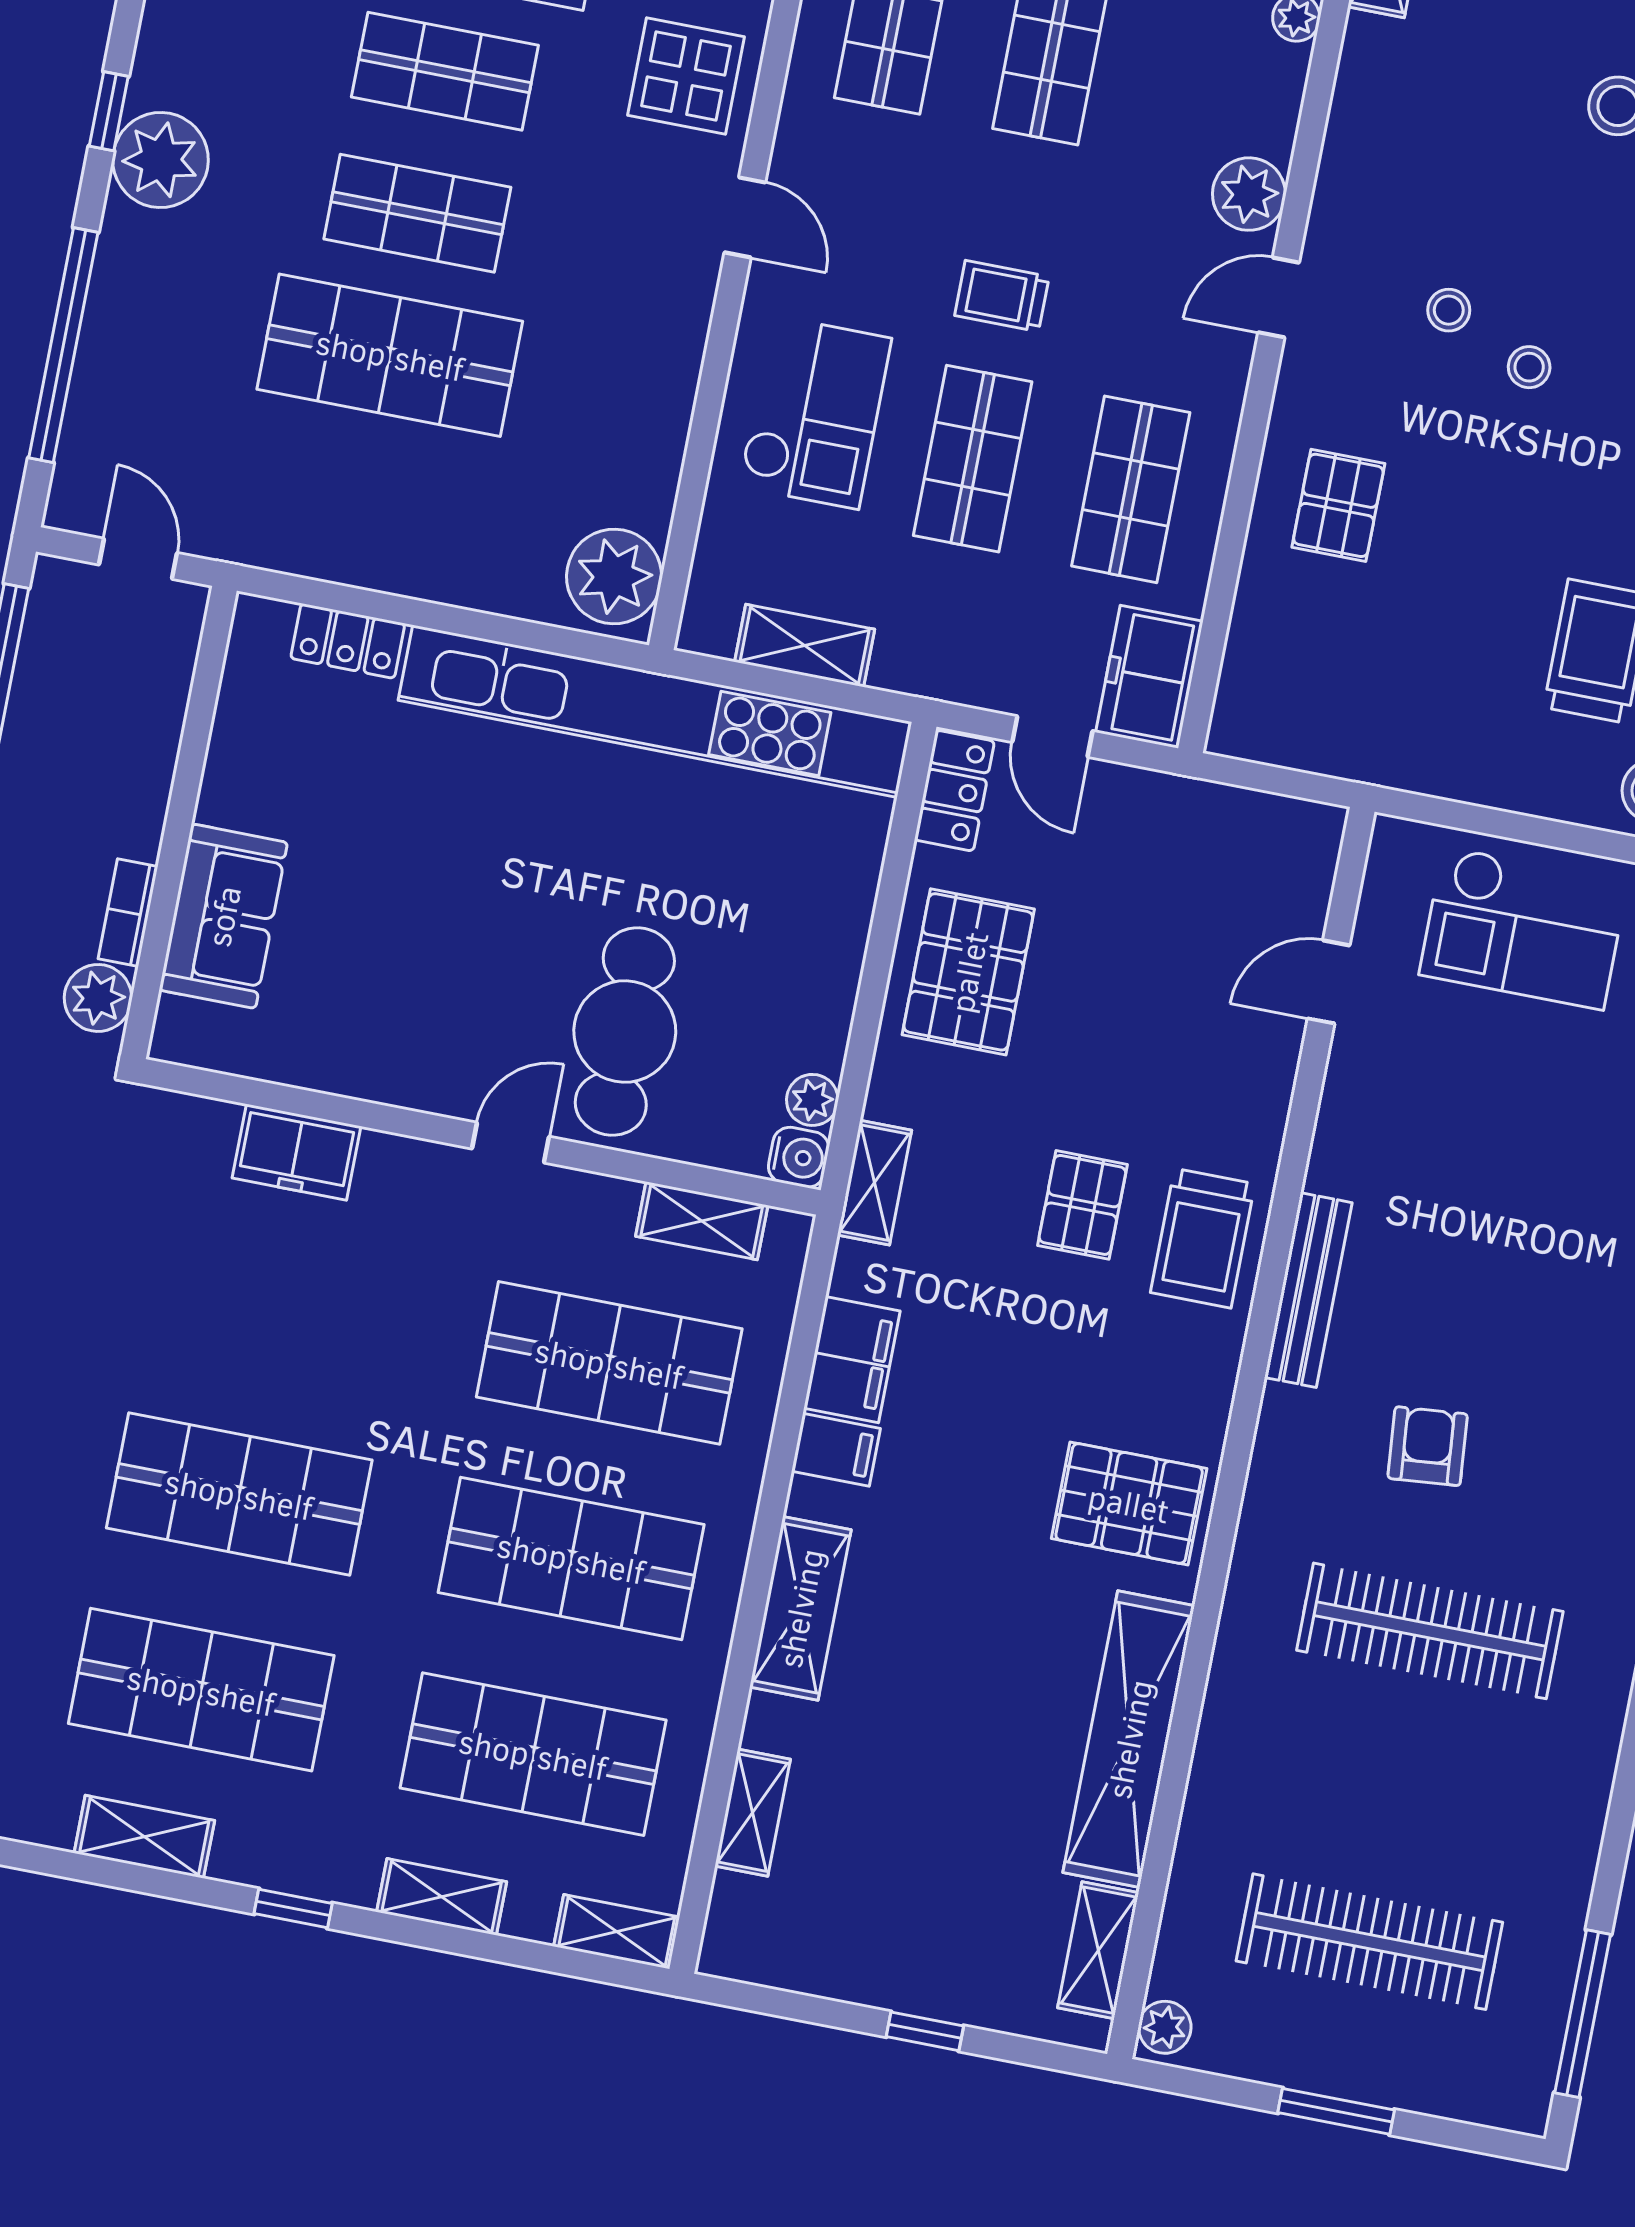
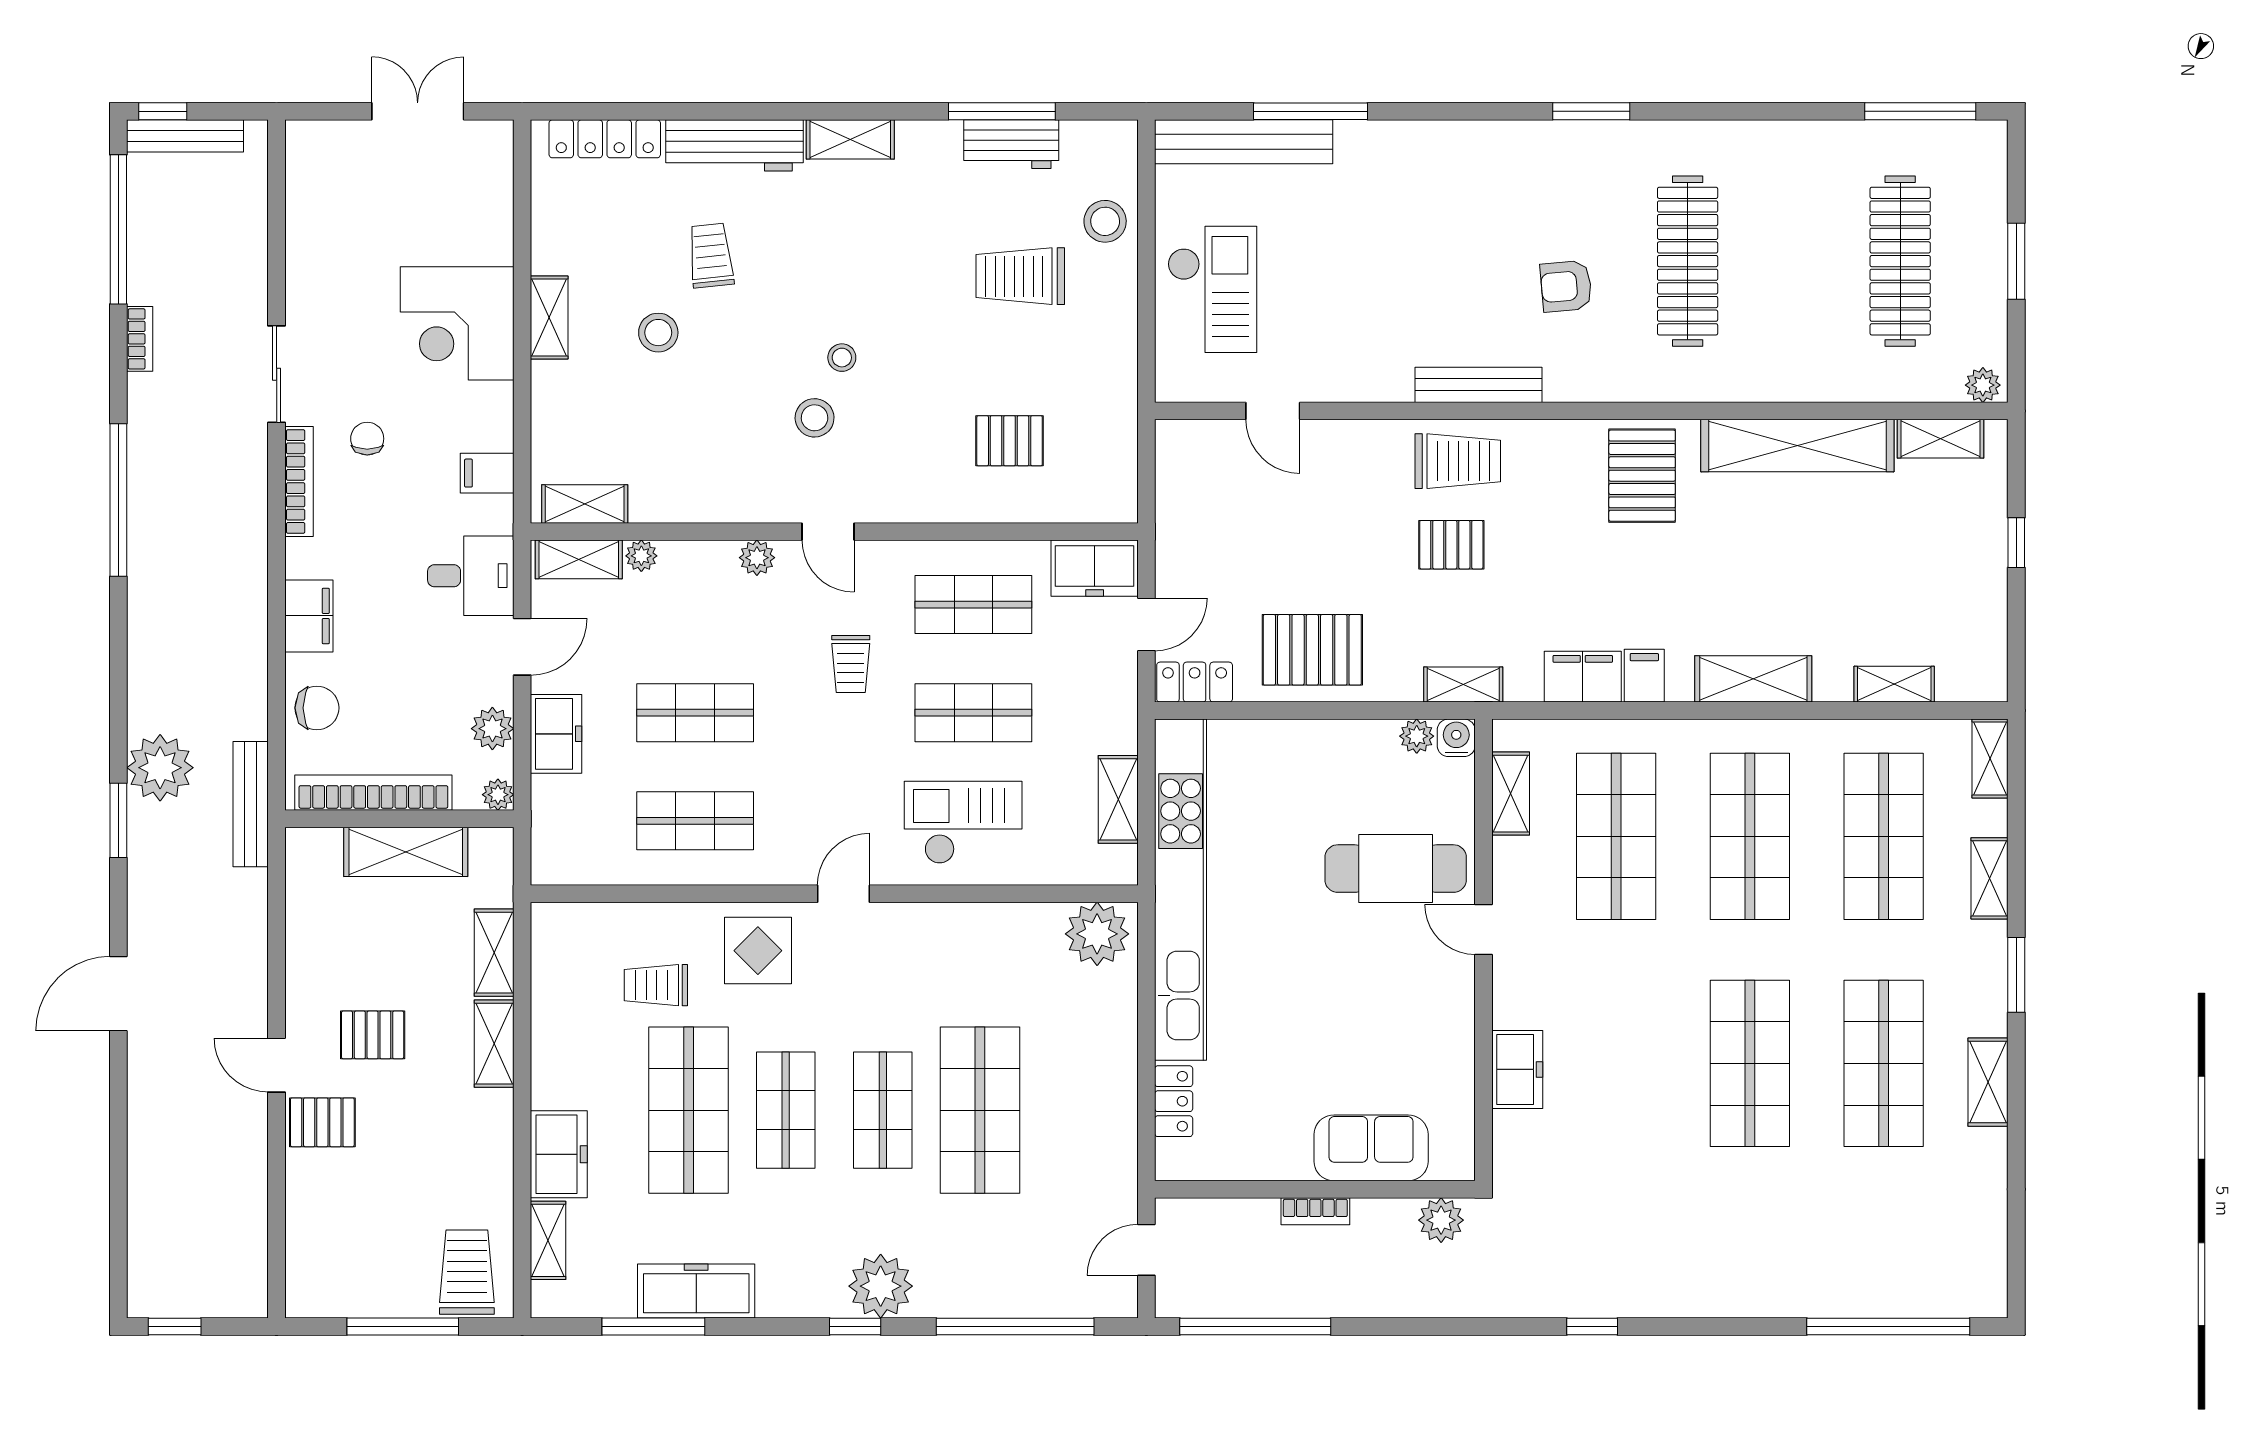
plant: (1249, 194) -> (757, 558), width x0.73, depth x0.73
trolley: (1002, 296) -> (851, 664), moved
stool: (1449, 310) -> (815, 418), width x1.37, depth x1.37
pallet: (1338, 505) -> (1010, 441), moved
bookcase: (128, 913) -> (1315, 1211), moved
window: (293, 1909) -> (2016, 975), width x1.50

